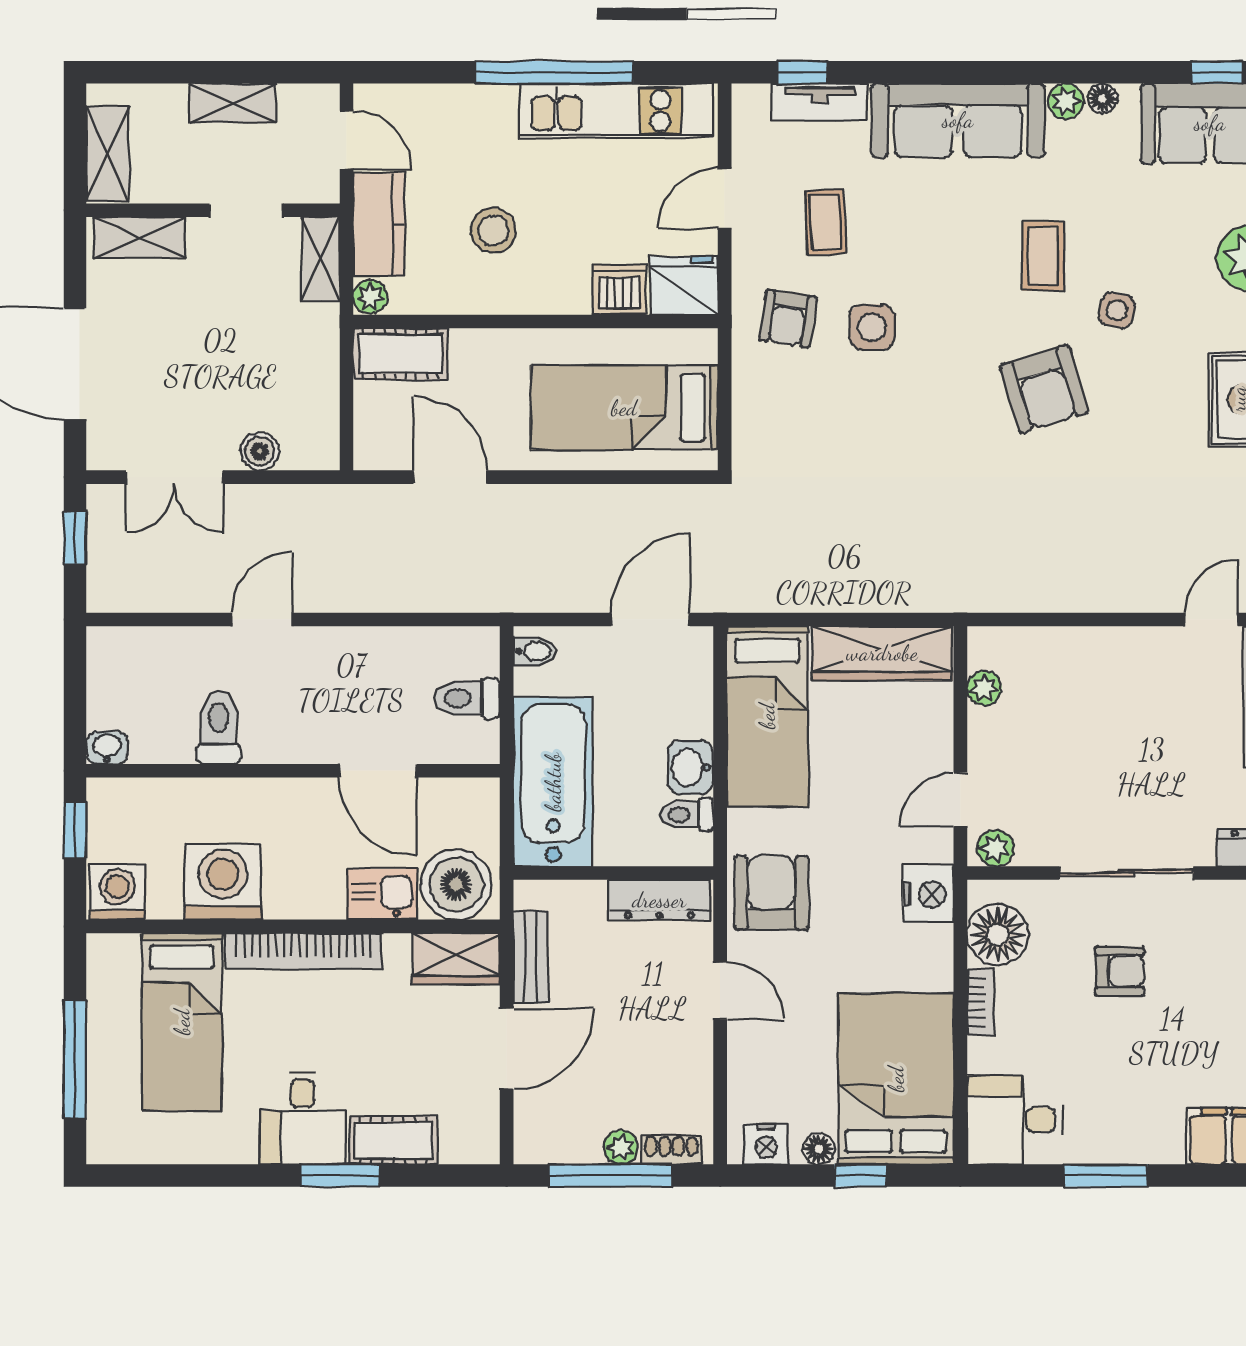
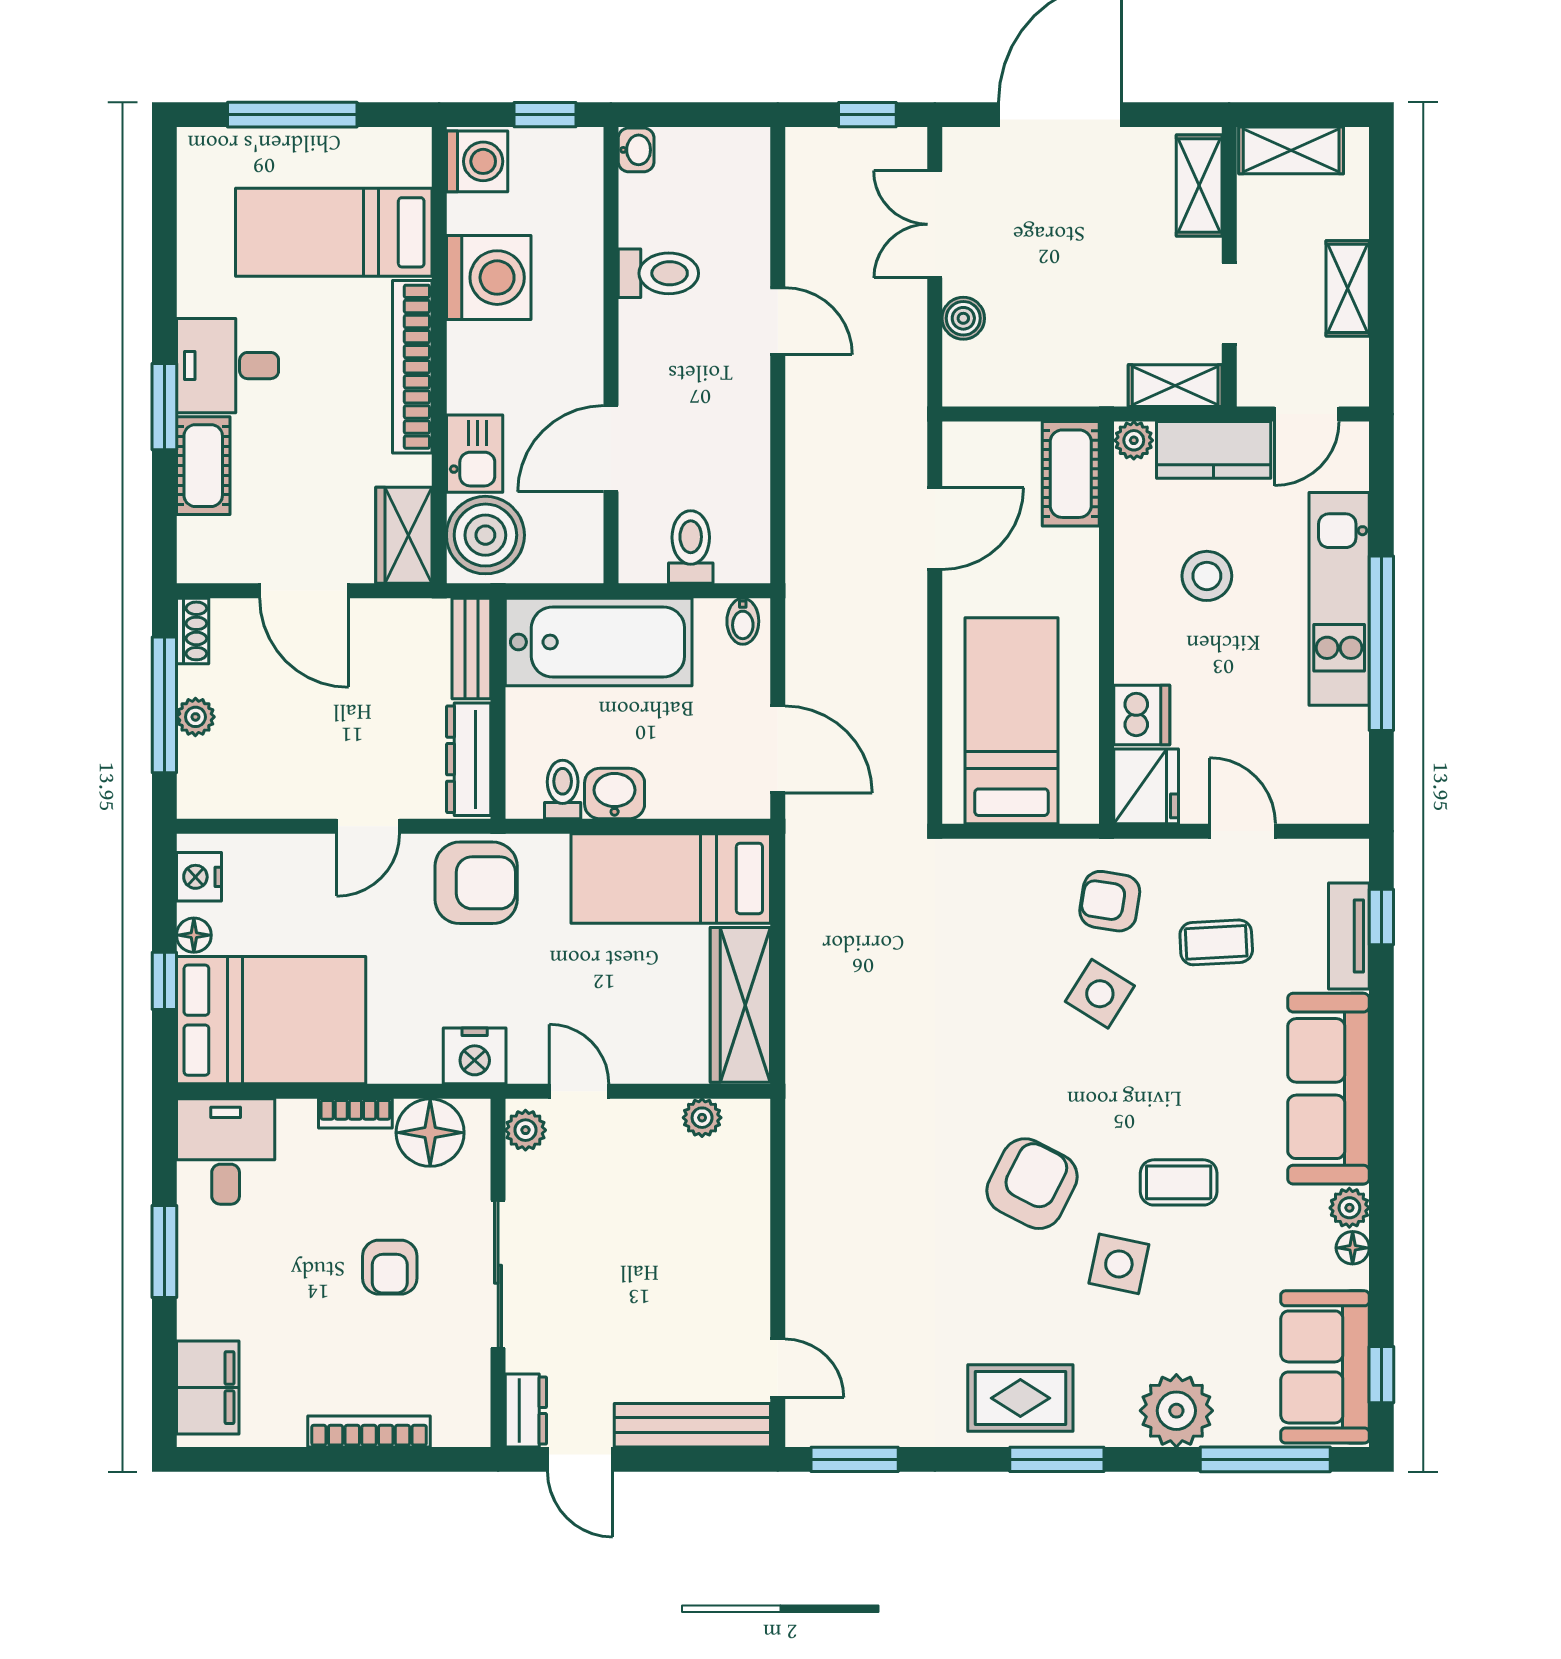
kitchen unit: (616, 111) -> (1339, 599), moved
side table: (1117, 310) -> (1119, 1264), width x1.37, depth x1.37
side table: (872, 327) -> (1100, 994), turned 32
armchair: (1044, 389) -> (1032, 1184), turned 134
bench: (531, 957) -> (471, 648), moved, turned 90
shoe rack: (671, 1150) -> (193, 631), moved

